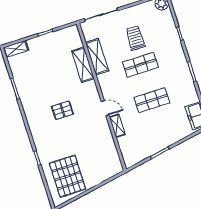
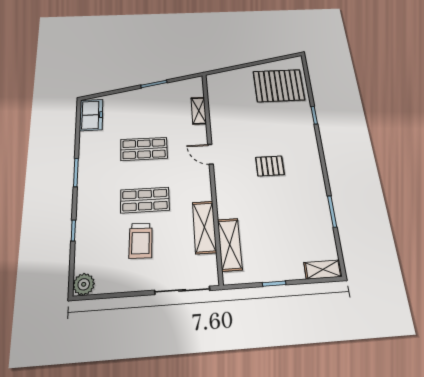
shelving: (83, 65) -> (230, 244), moved
shelving: (117, 126) -> (199, 111), moved
pallet: (68, 176) -> (279, 86), turned 90

